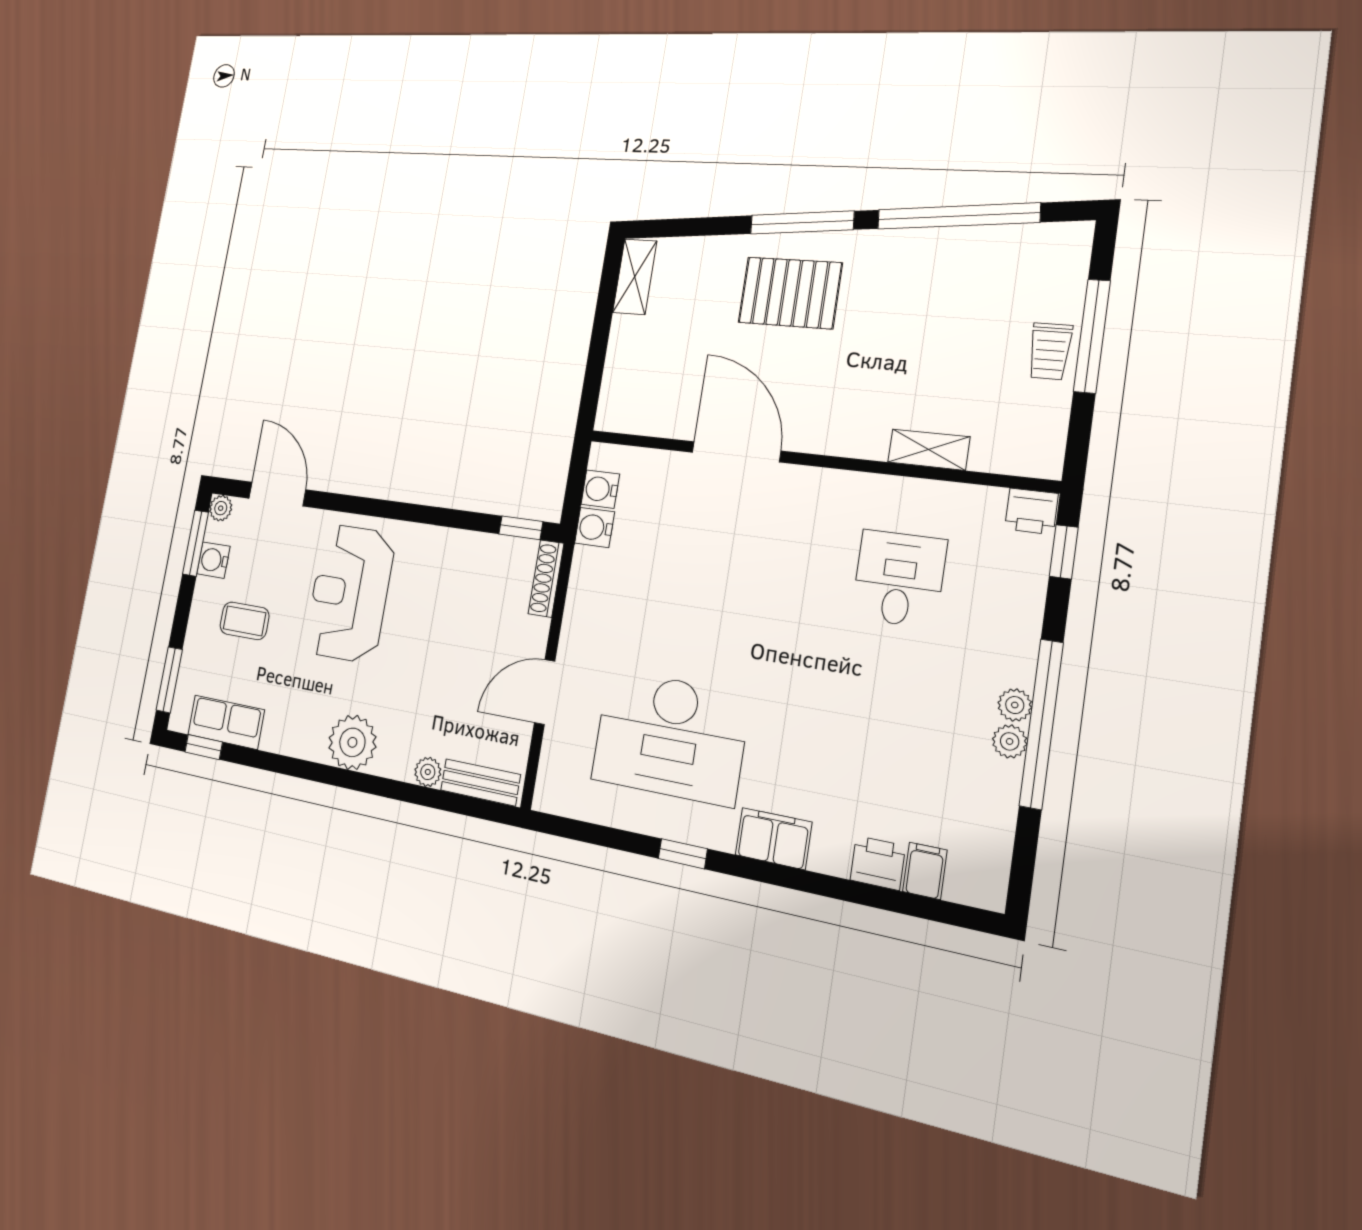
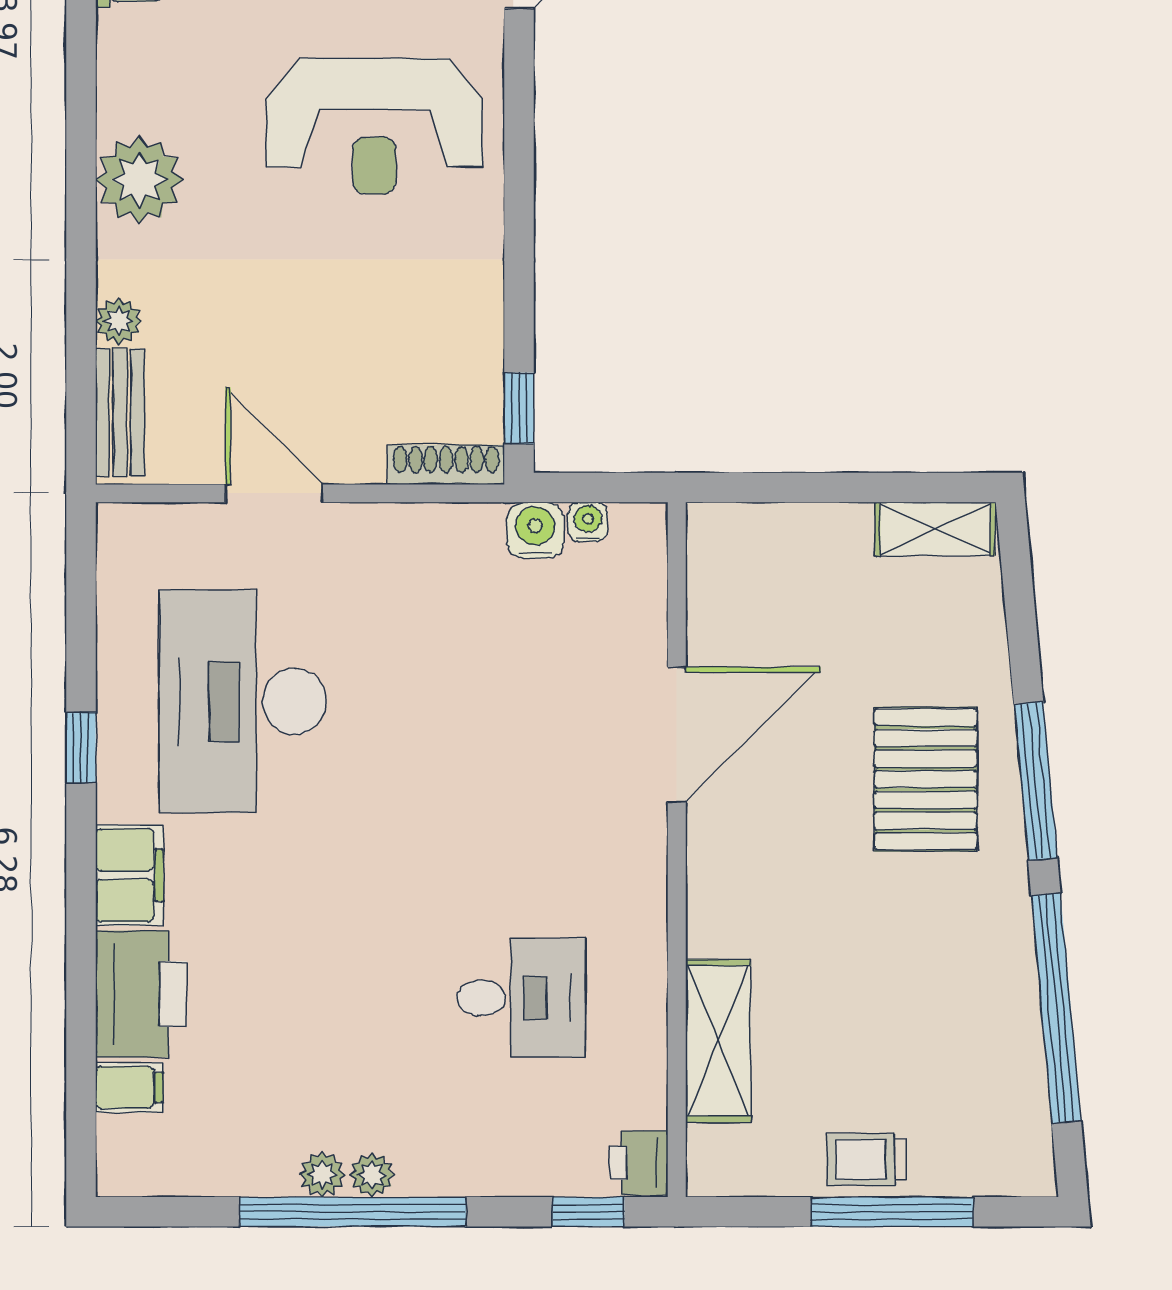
shelving: (929, 450) -> (718, 1041), width x1.50, depth x1.33
water cooler: (600, 489) -> (588, 522), width x0.72, depth x0.72
reception desk: (350, 593) -> (374, 126), turned 180
printer: (878, 863) -> (141, 994), width x1.87, depth x1.48

